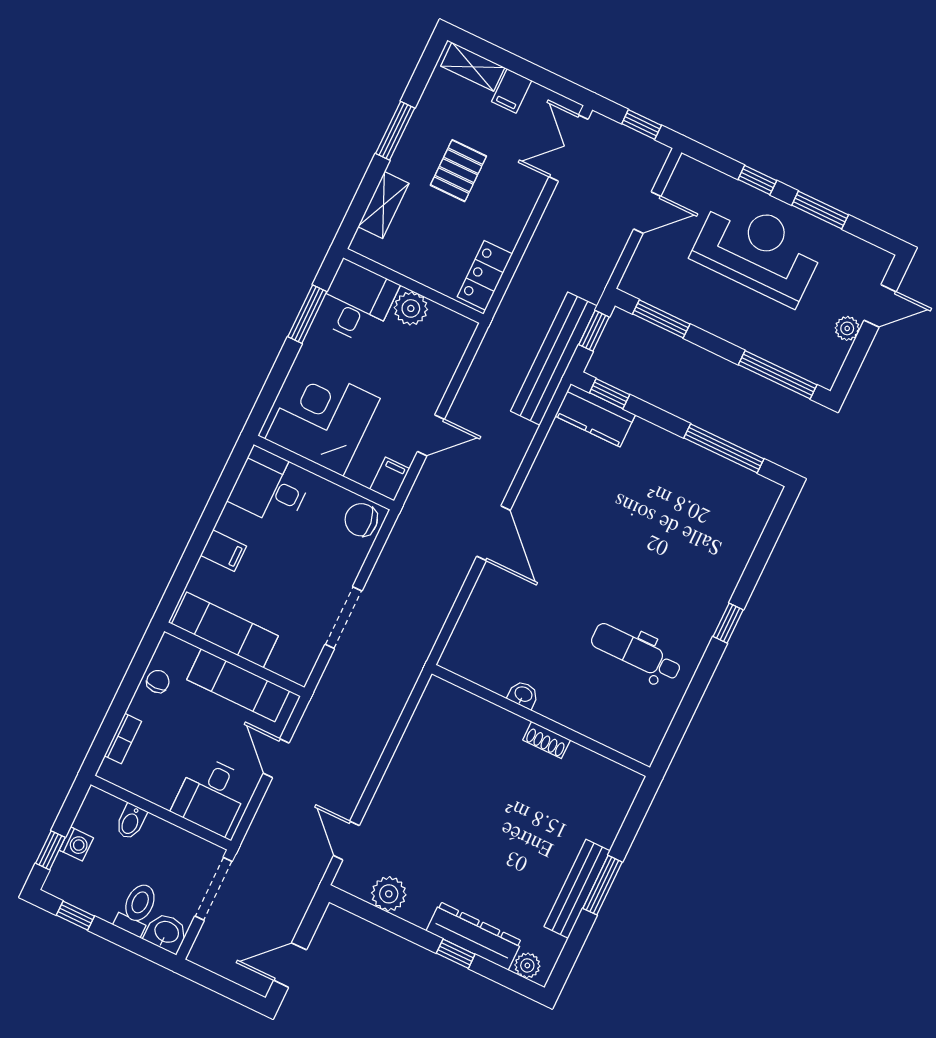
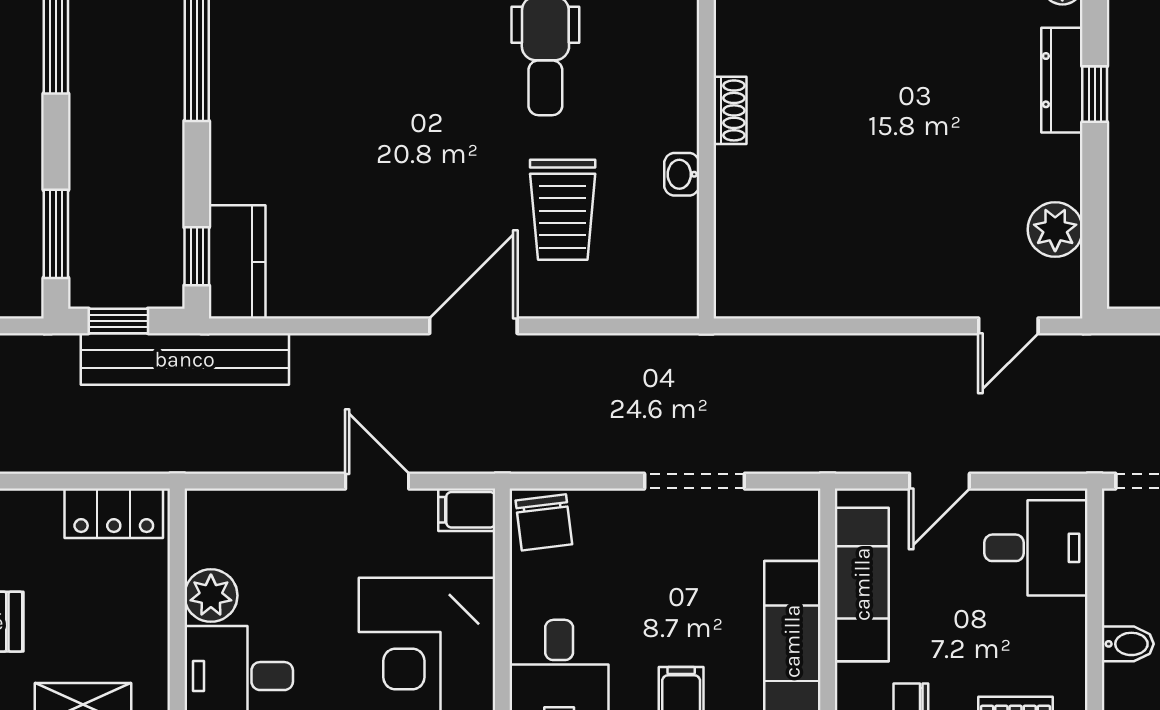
trolley: (536, 617) -> (563, 210), added
dresser: (474, 936) -> (1062, 80), width x0.73, depth x0.80

